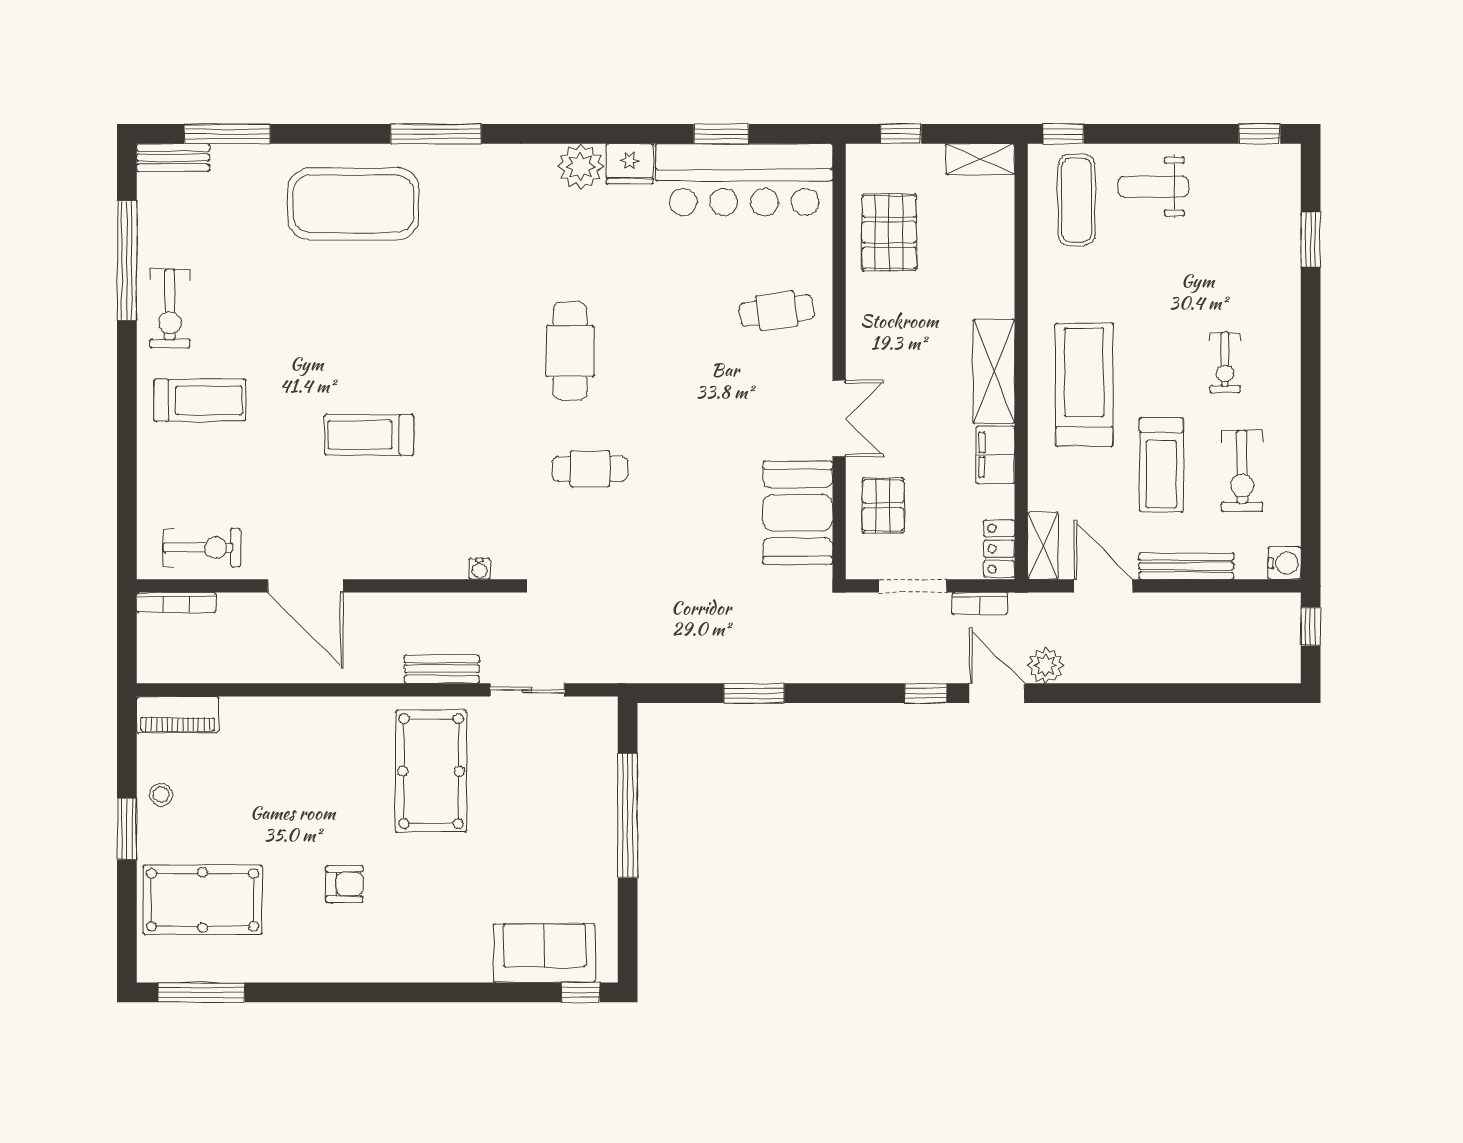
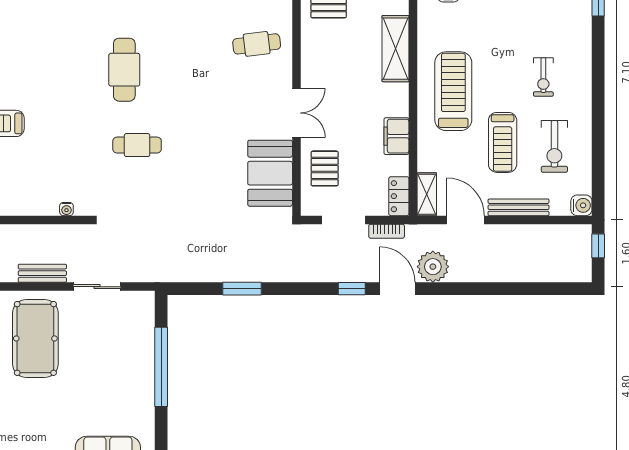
shelving: (994, 371) -> (395, 49), moved
plant: (1046, 665) -> (433, 267), width x1.36, depth x1.36

